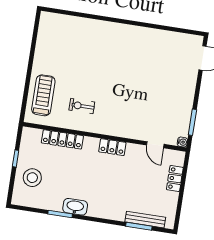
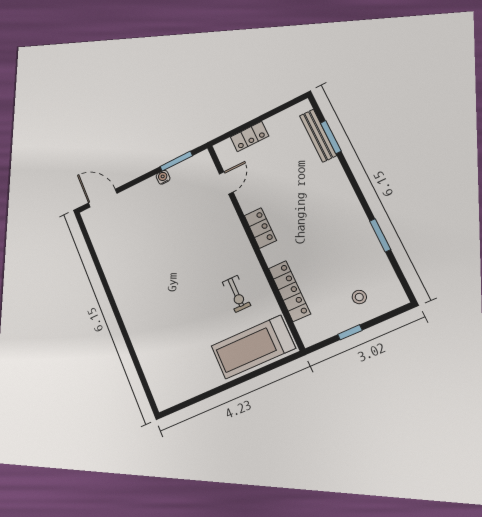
treadmill: (43, 95) -> (253, 347), width x1.37, depth x1.38
water cooler: (182, 142) -> (163, 177), moved
stool: (32, 178) -> (359, 297), width x0.53, depth x0.53
washbasin: (75, 207) -> (359, 224), removed

